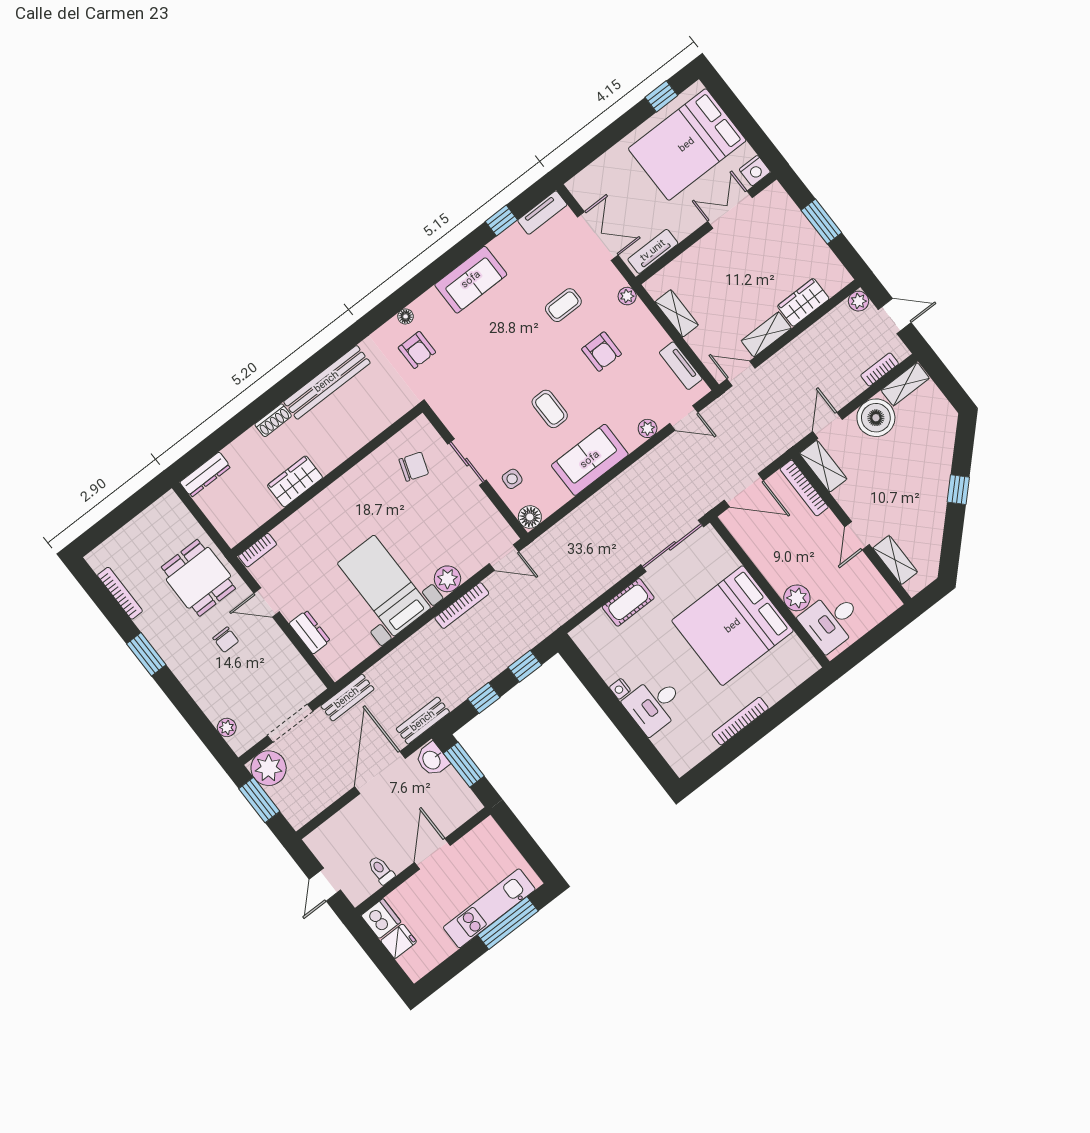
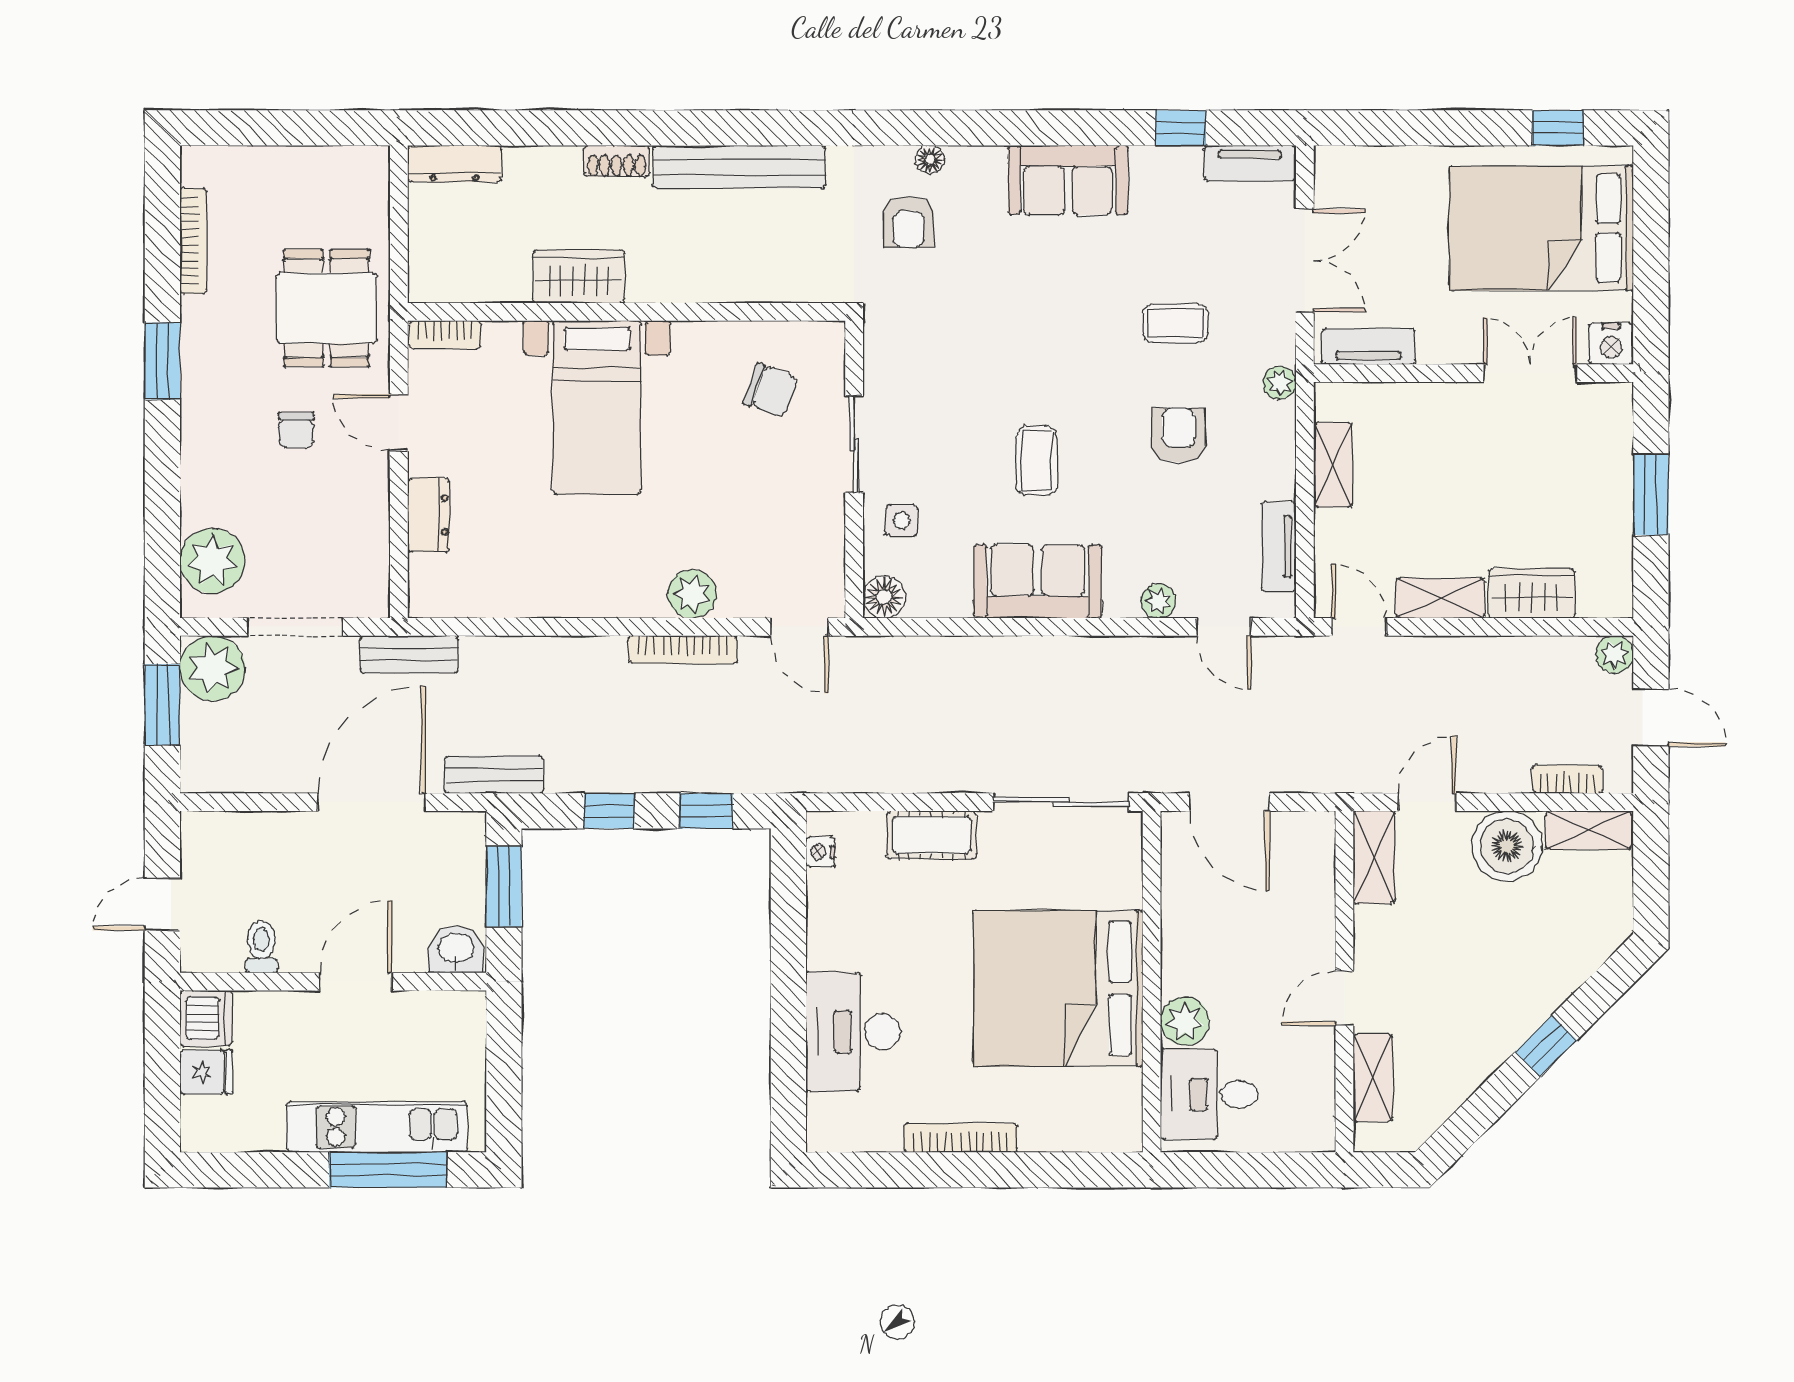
armchair: (602, 352) -> (1178, 435), turned 180
bookcase: (804, 488) -> (1321, 868), removed
bed with nightstands: (384, 586) -> (597, 407), moved, turned 180
nightstand: (620, 689) -> (820, 852), moved
desk: (654, 705) -> (853, 1032), width x1.37
plant: (227, 727) -> (212, 561), width x1.88, depth x1.88
washbasin: (432, 760) -> (456, 949), moved, turned 90

